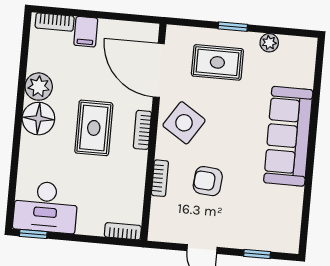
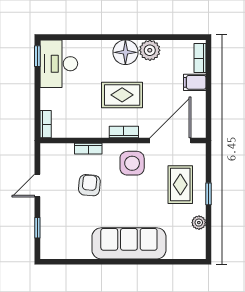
side table: (184, 123) -> (132, 163), turned -33

